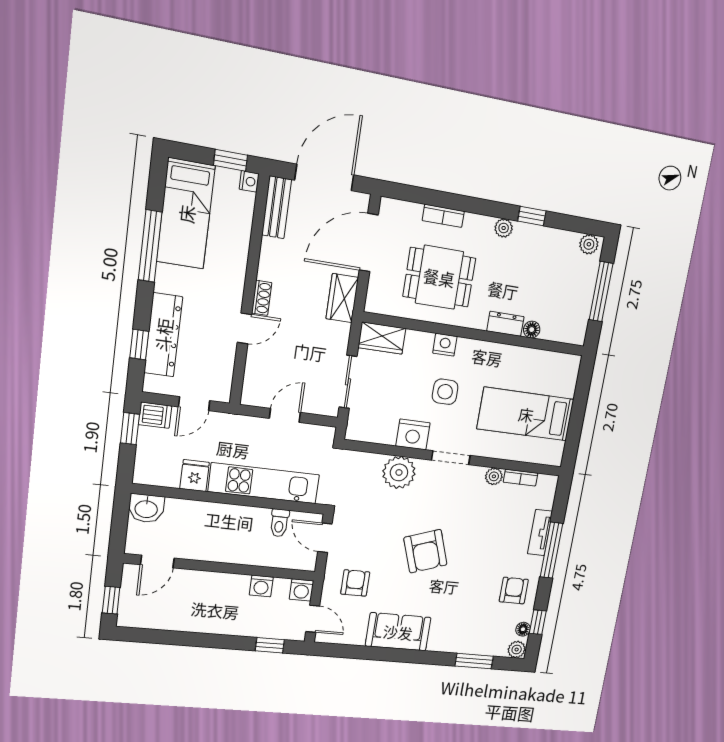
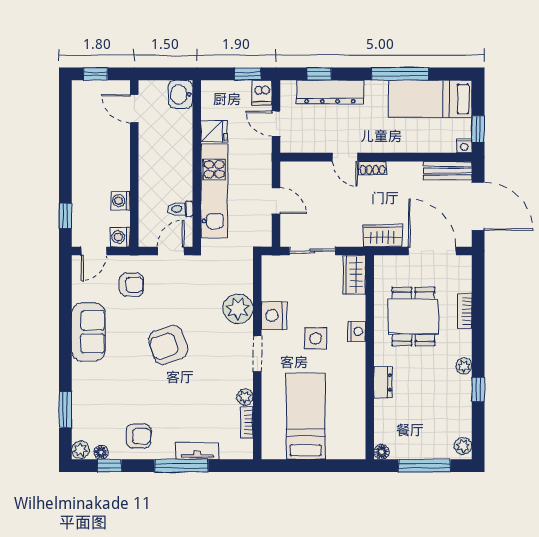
floor lamp: (532, 330) -> (381, 452), moved

